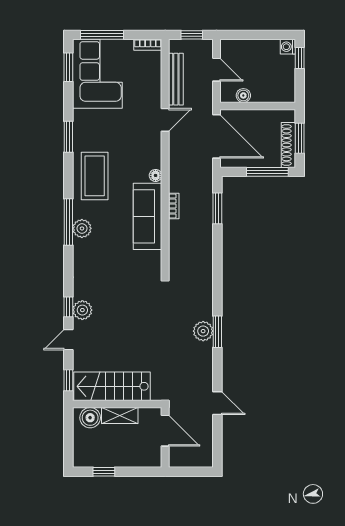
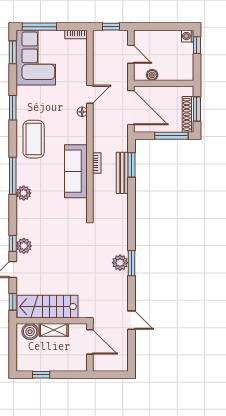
bench: (176, 79) -> (122, 173), moved
floor lamp: (156, 175) -> (82, 112), moved
plant: (82, 228) -> (24, 193), moved

